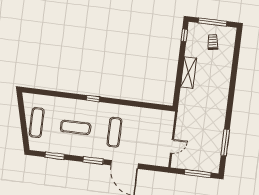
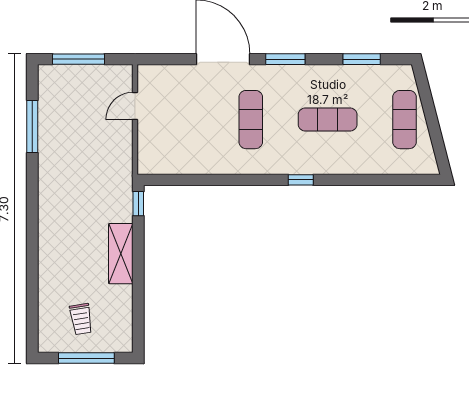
window: (184, 35) -> (138, 204), moved

